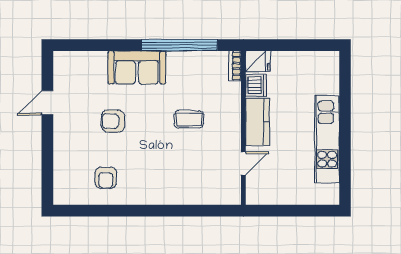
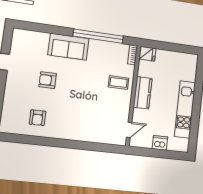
dishwasher: (256, 85) -> (160, 143), moved, turned -90
coffee table: (189, 119) -> (119, 83), moved
door: (243, 163) -> (129, 130), moved

